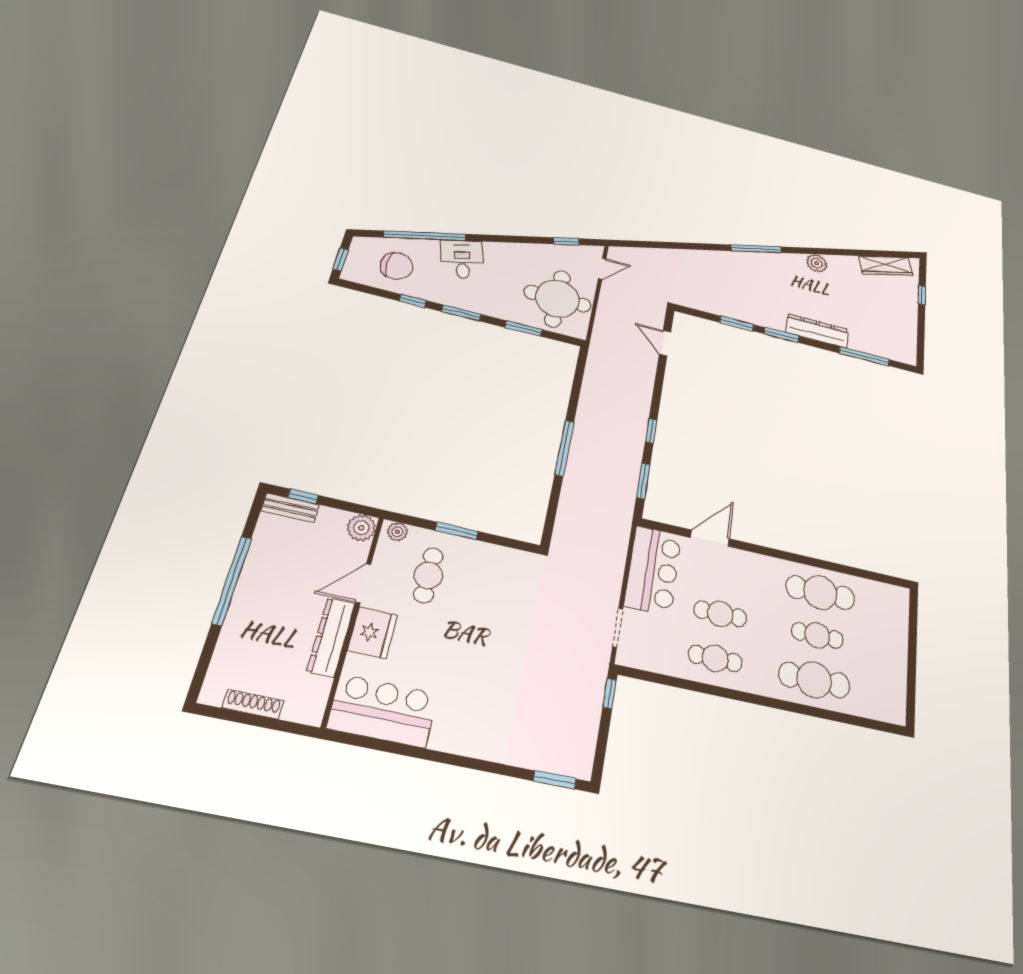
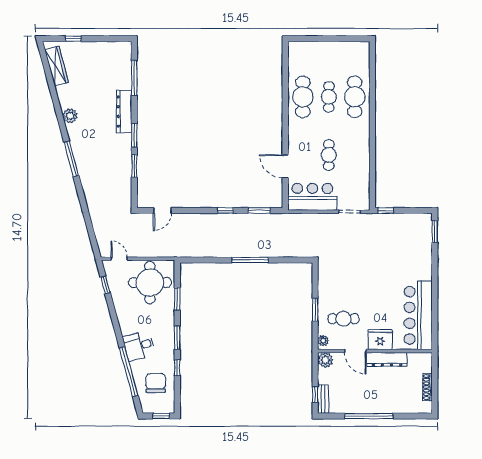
cafe table: (715, 658) -> (355, 155), removed
bar counter: (383, 711) -> (418, 315), width x1.36

